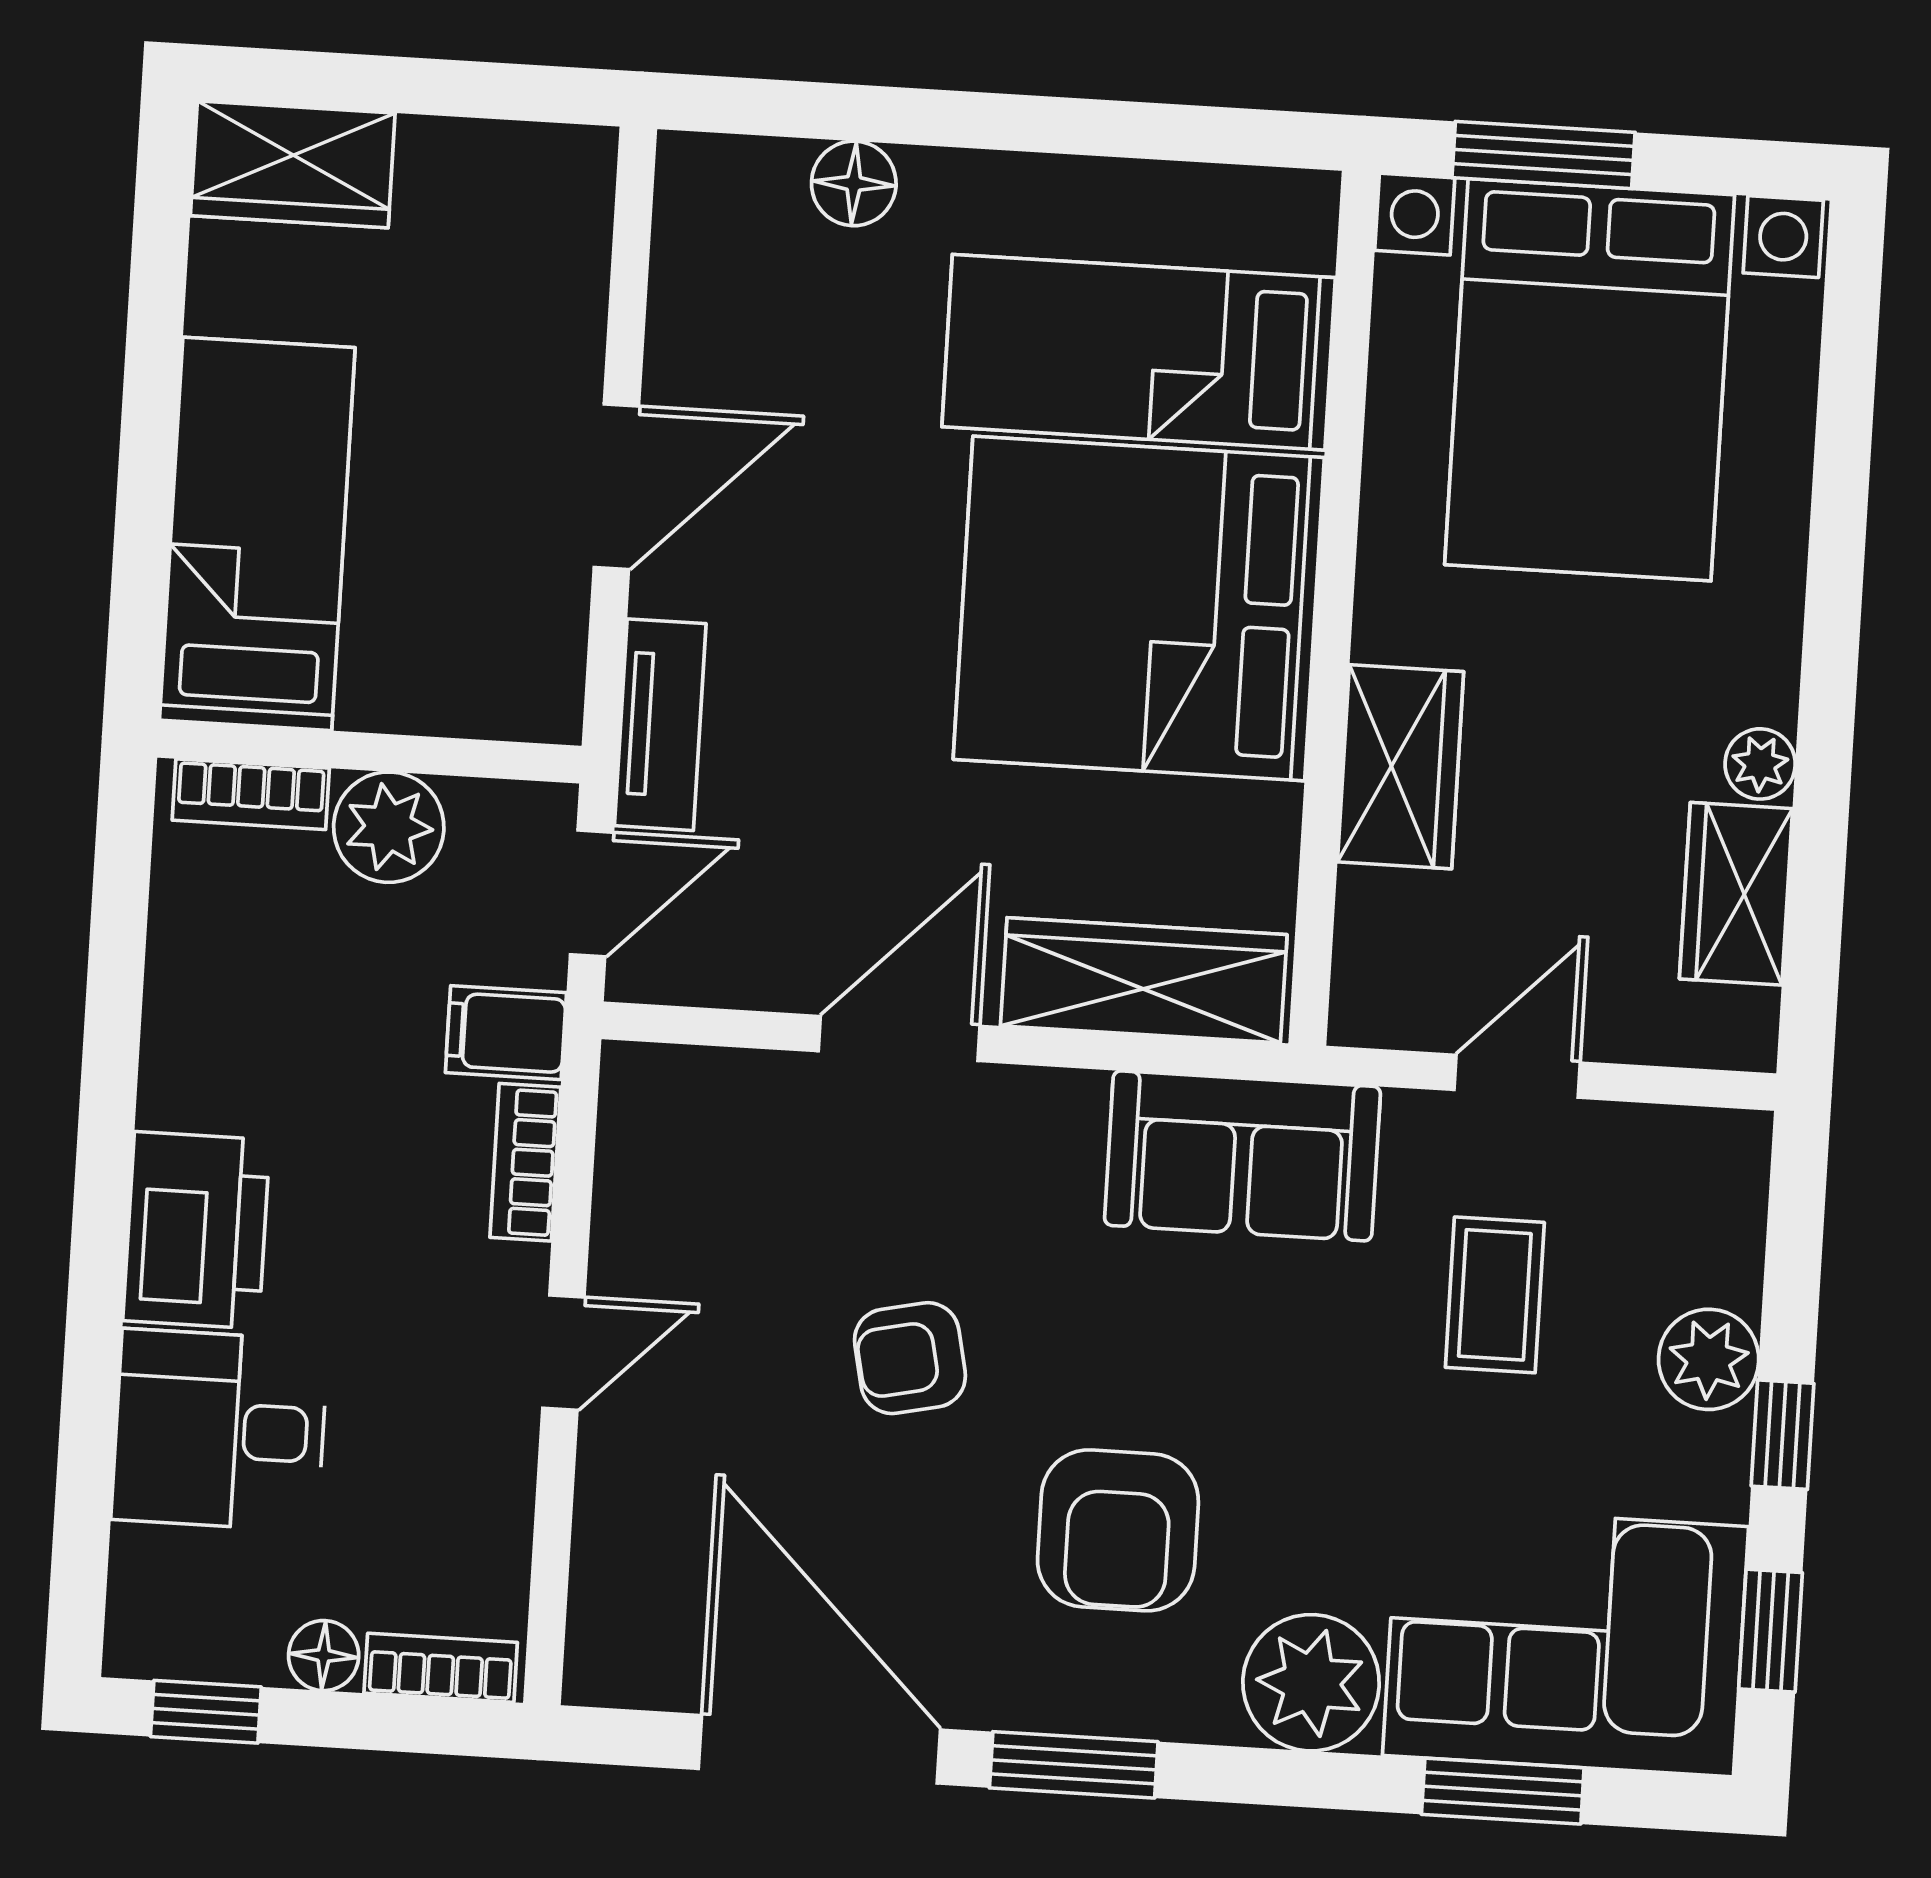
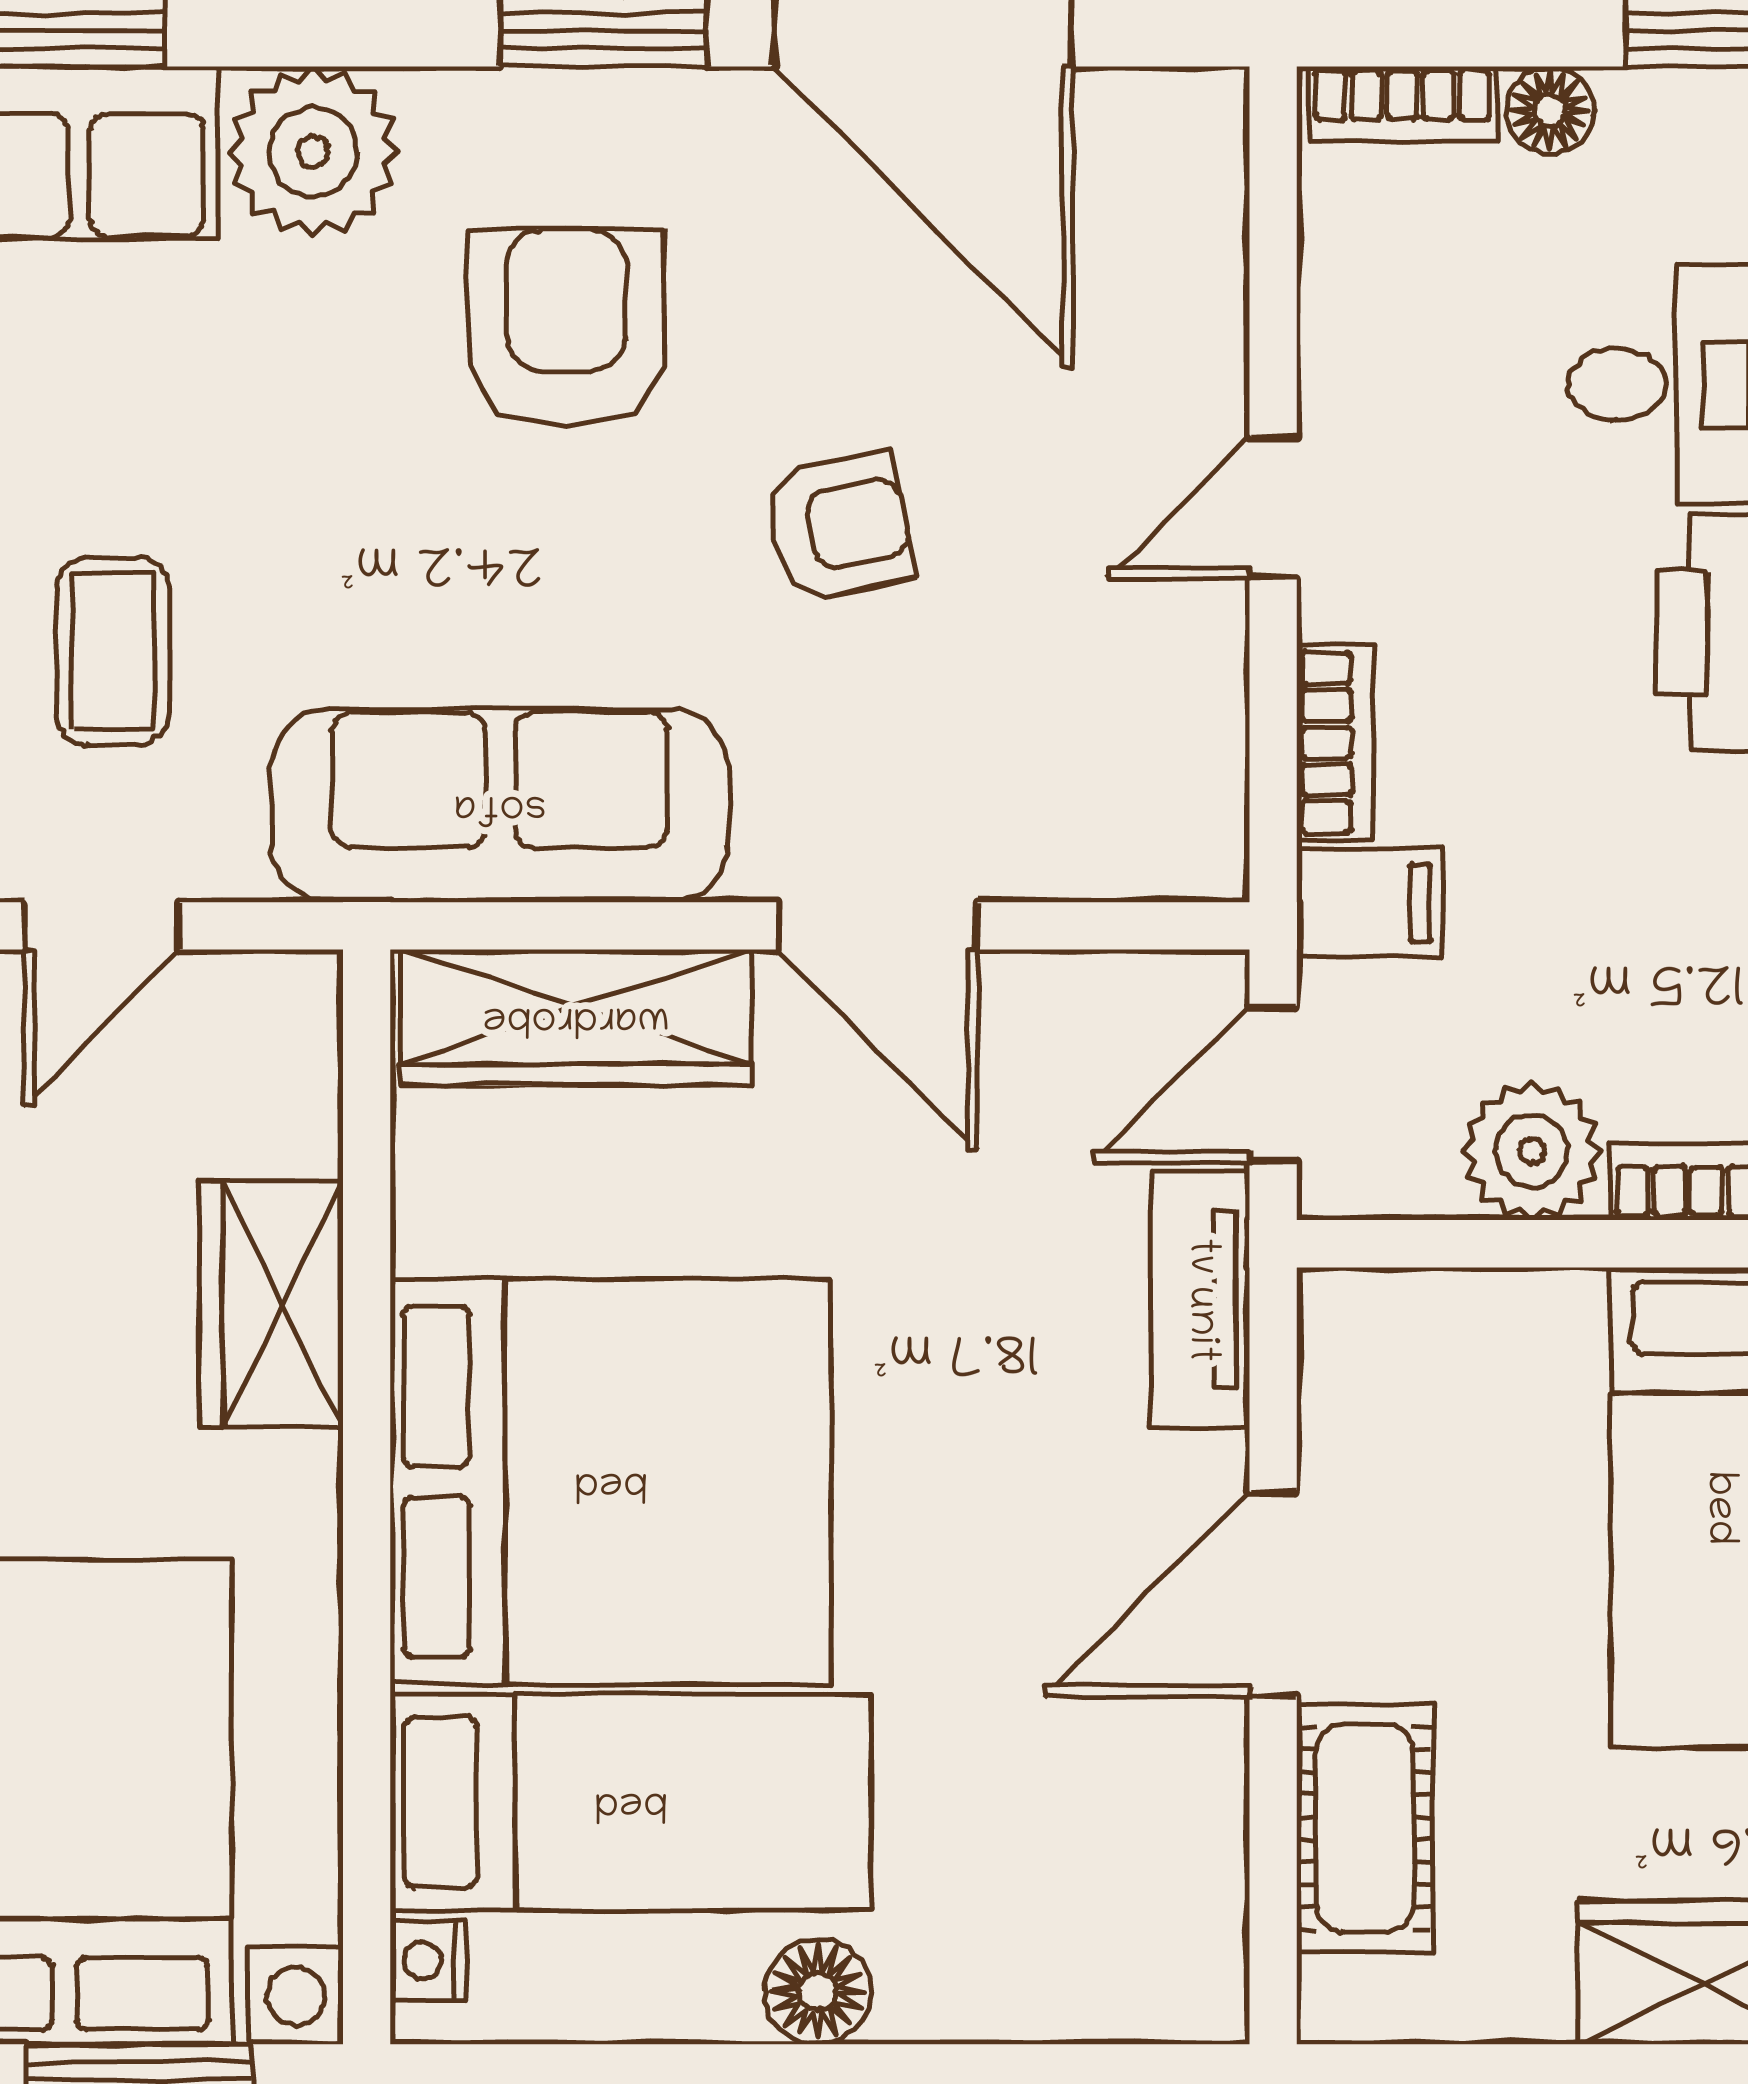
floor lamp: (854, 183) -> (818, 1991), moved
nightstand: (1307, 236) -> (428, 1960), added
cot: (555, 296) -> (1364, 1828), added
door: (899, 1038) -> (877, 926), hinge flipped
sofa: (1242, 1156) -> (500, 805), width x1.36

